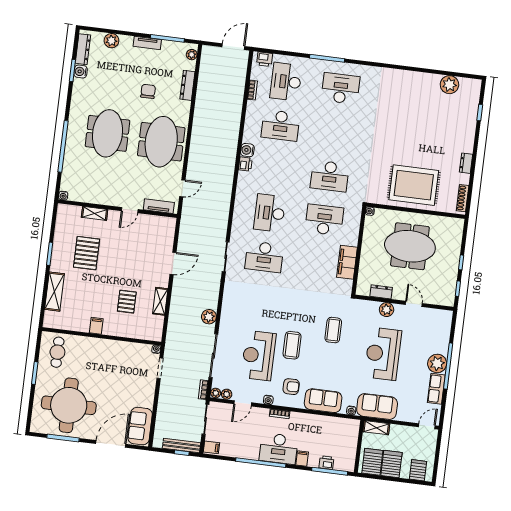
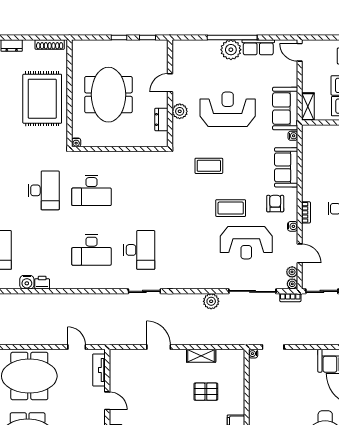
desk: (324, 220) -> (92, 190), turned -90
filing cabinet: (347, 262) -> (134, 160), removed
reception desk: (383, 354) -> (228, 109), turned 180

